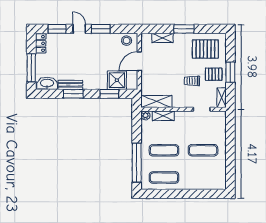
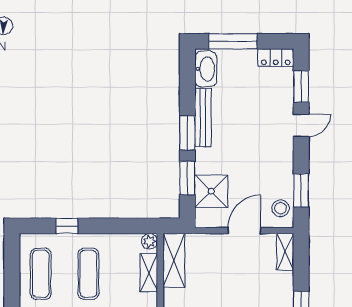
window: (101, 29) -> (301, 190), moved
shelving: (163, 38) -> (285, 252), moved
door: (139, 61) -> (244, 231), hinge flipped
bench: (70, 85) -> (203, 118), width x1.36
window: (73, 94) -> (187, 133), moved
window: (137, 163) -> (67, 226), width x0.32

